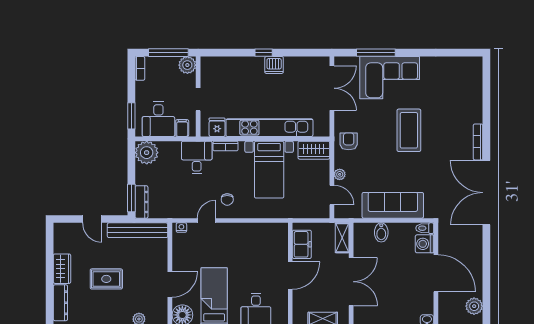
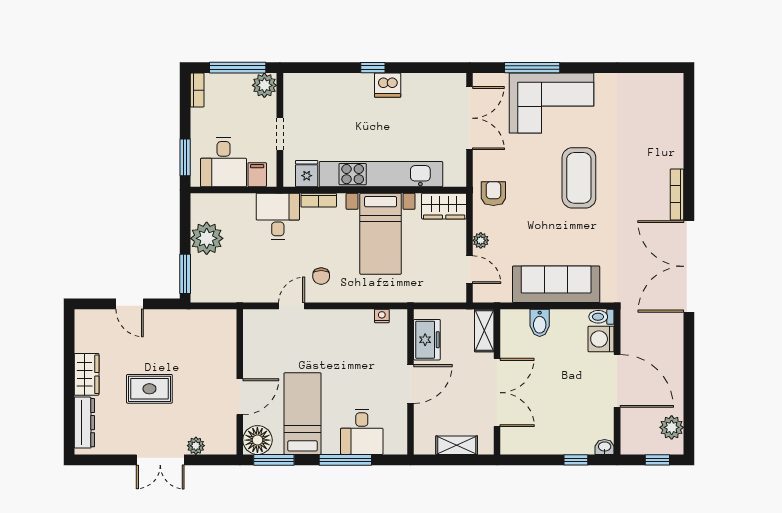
plant: (147, 153) -> (207, 238), moved
dresser: (141, 202) -> (199, 280), removed
nightstand: (181, 228) -> (382, 316), moved
bench: (138, 230) -> (194, 320), removed

